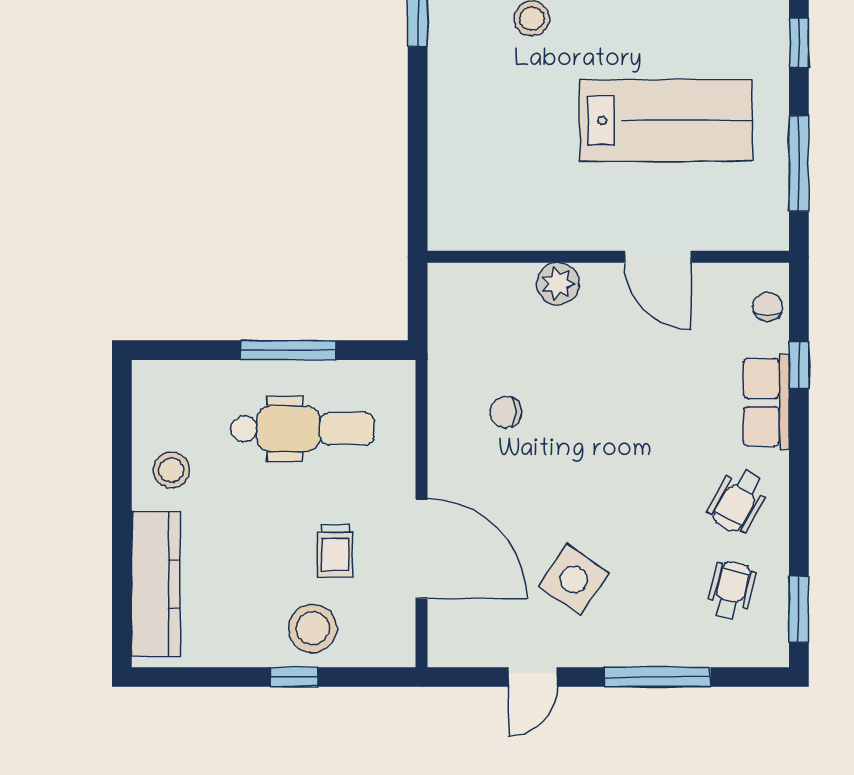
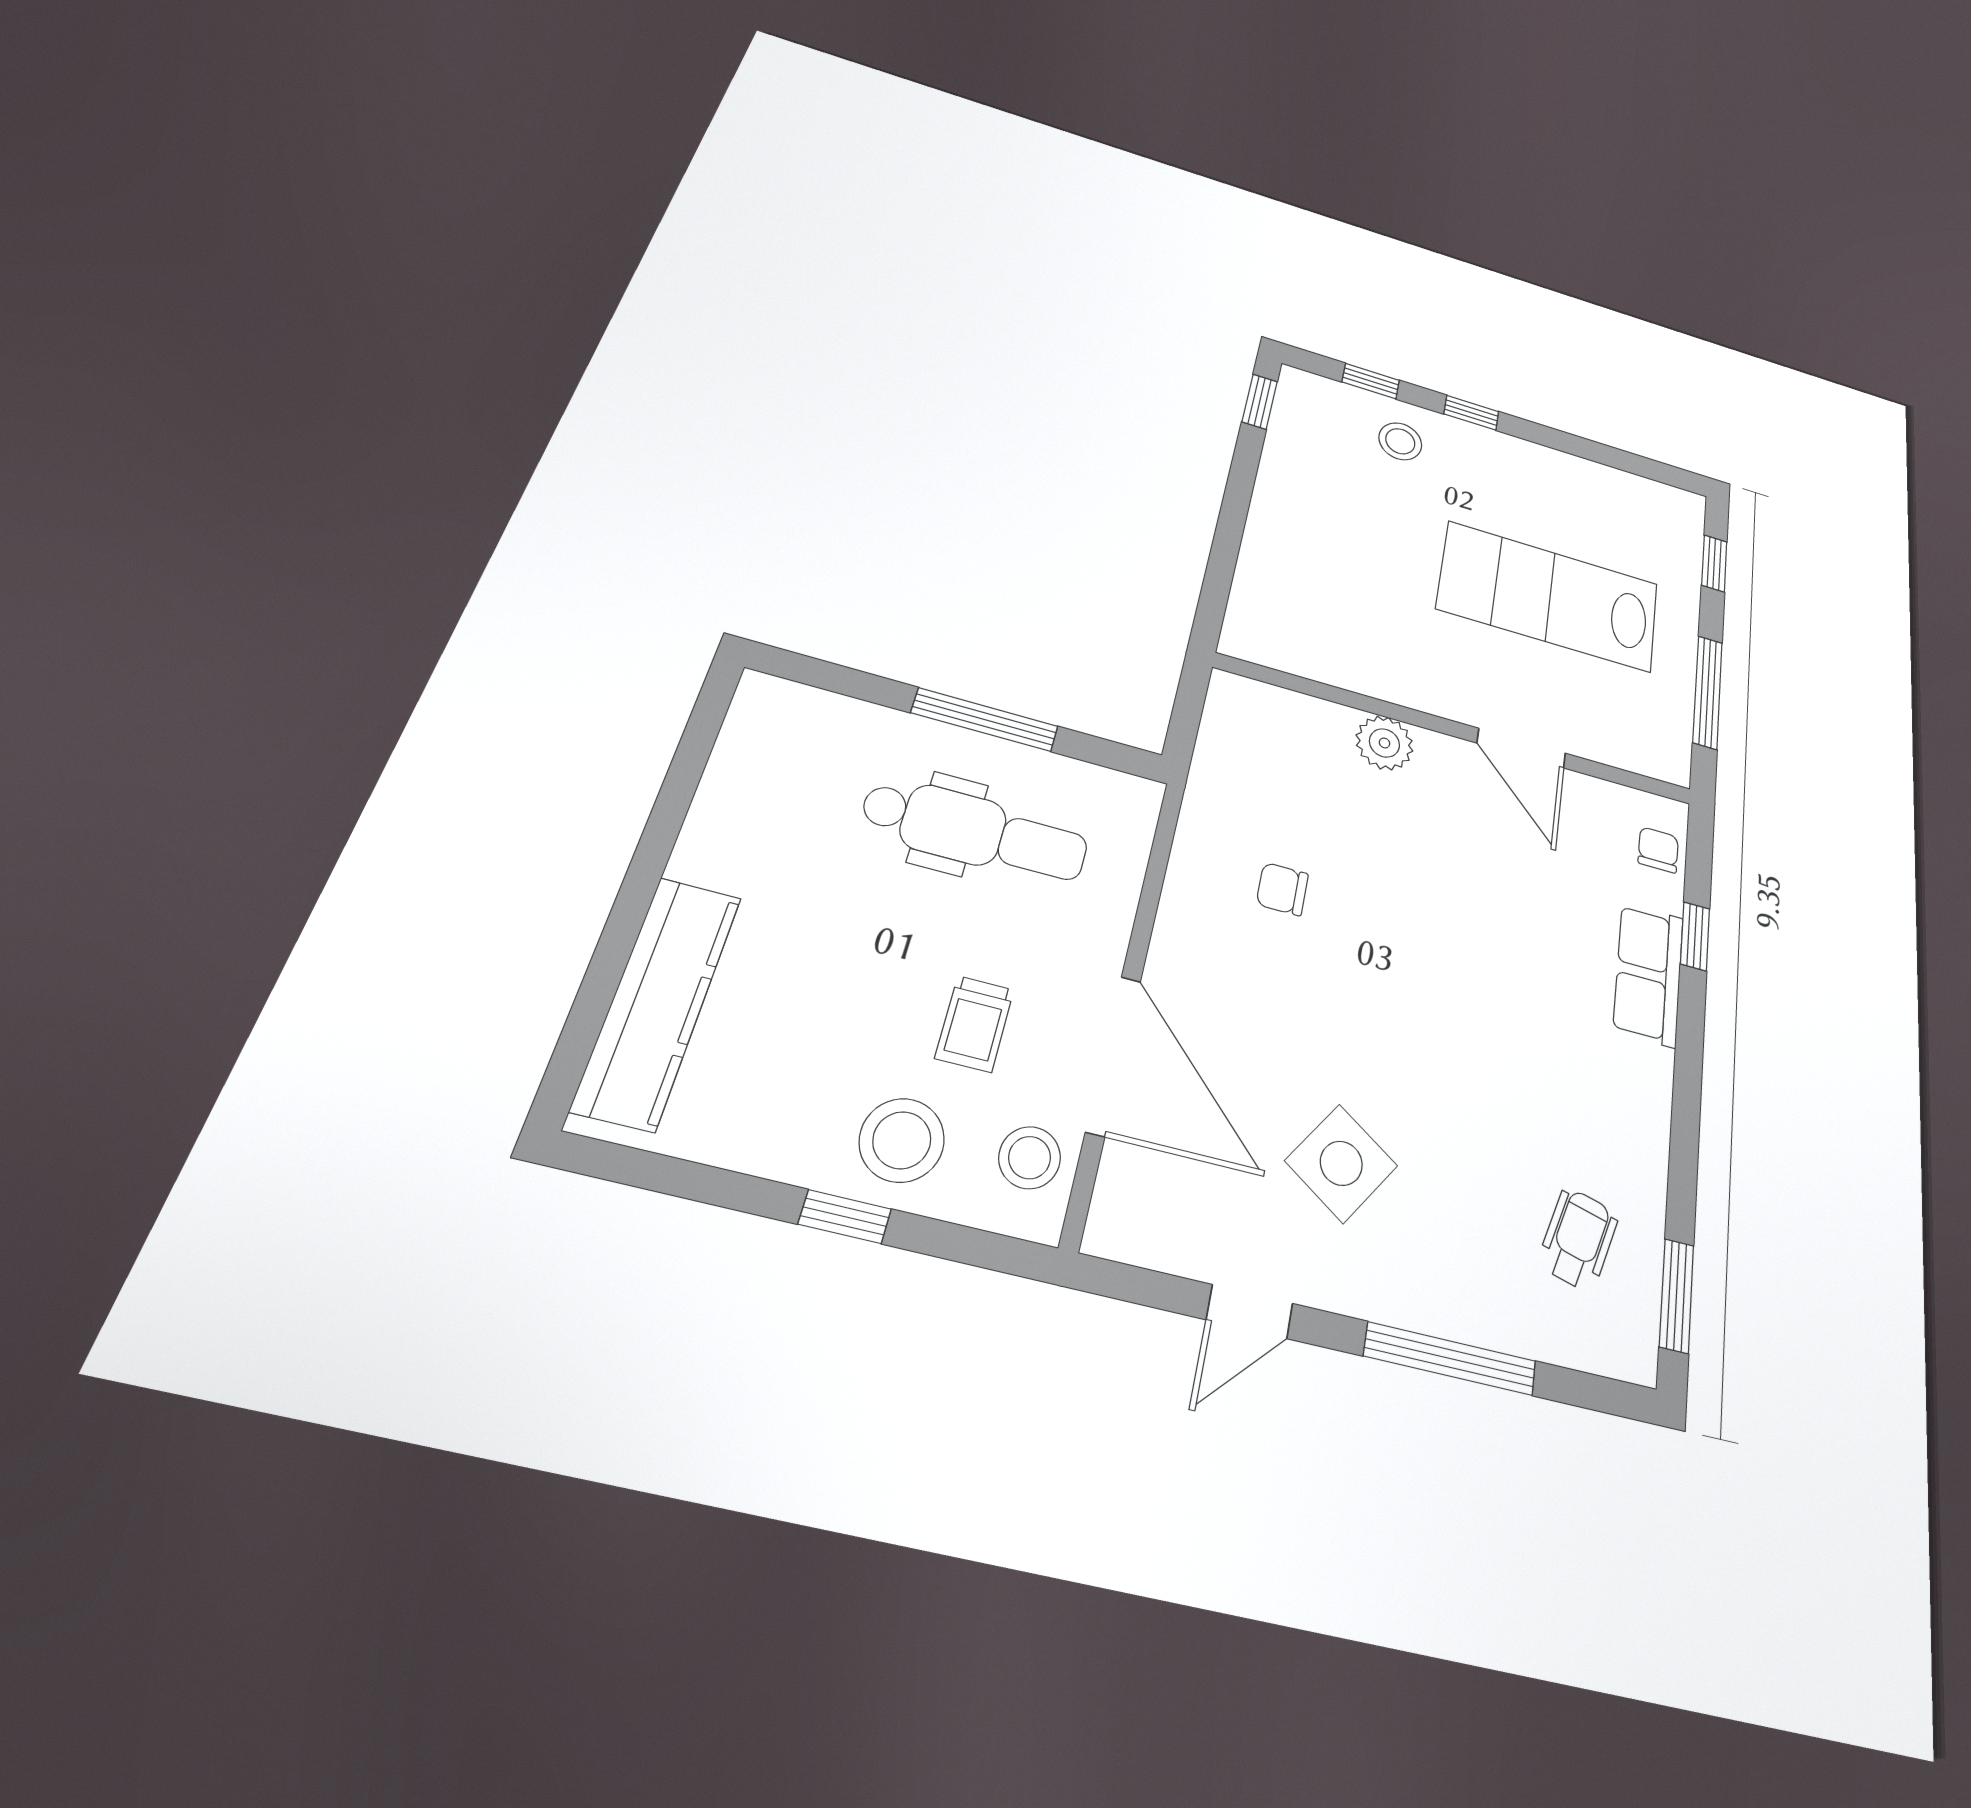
lab bench: (666, 120) -> (1549, 596), turned 180
stool: (171, 470) -> (1030, 1158), moved
wheelchair: (738, 500) -> (1600, 1103), removed

